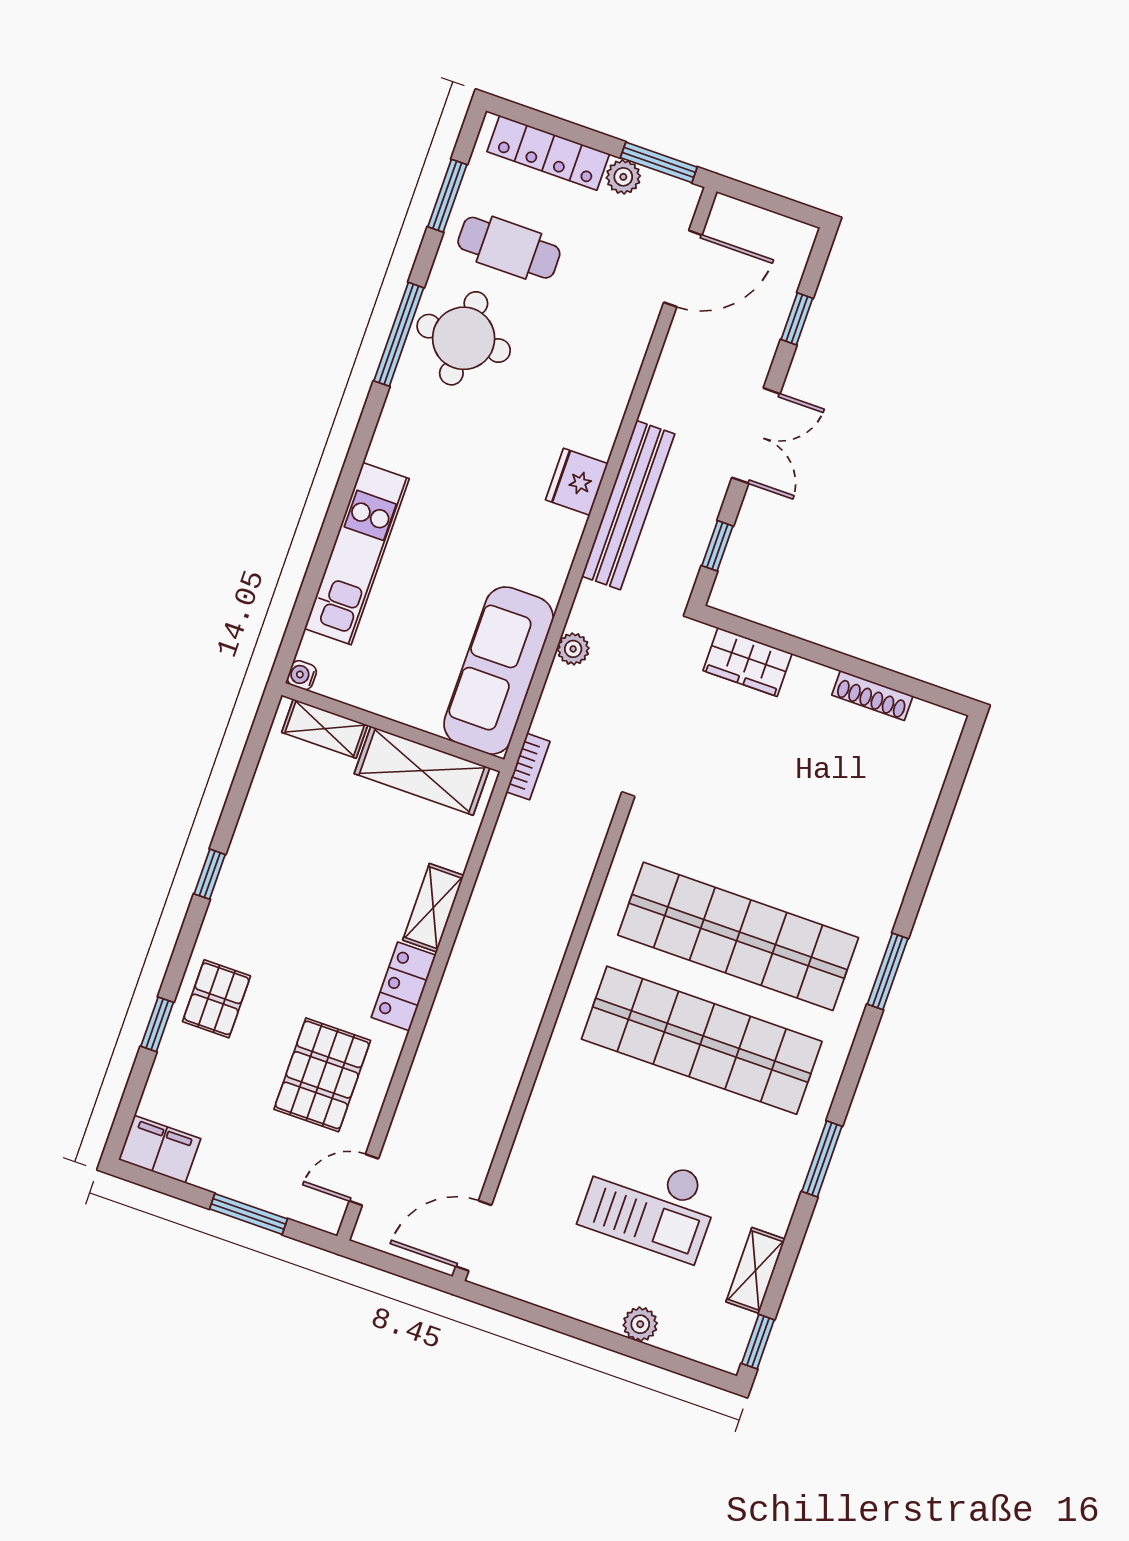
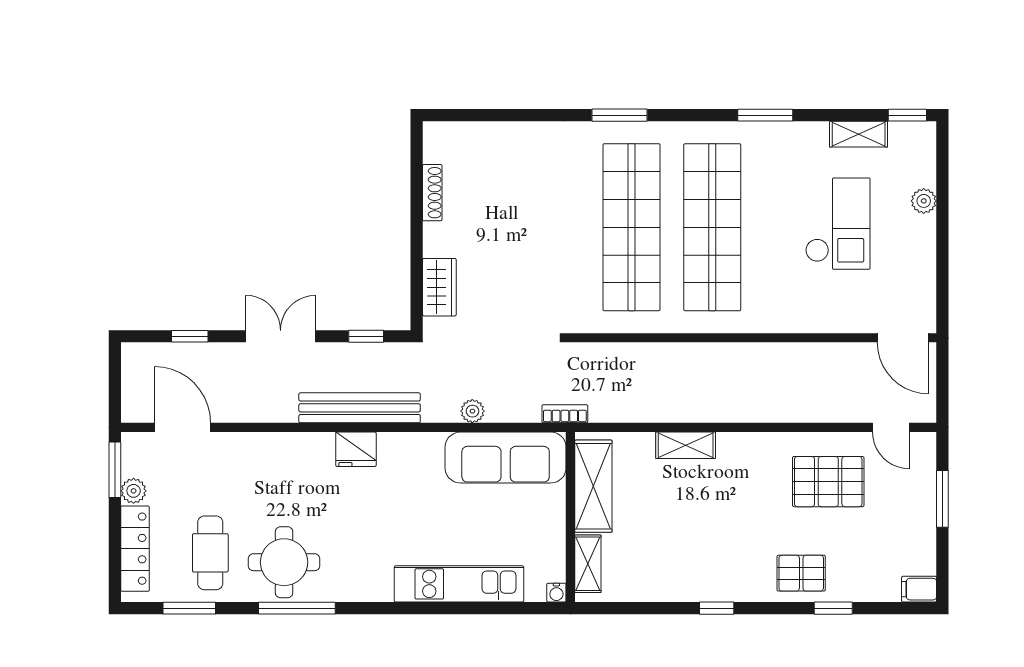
locker: (404, 986) -> (747, 447), removed
filing cabinet: (160, 1149) -> (919, 589), width x0.50

